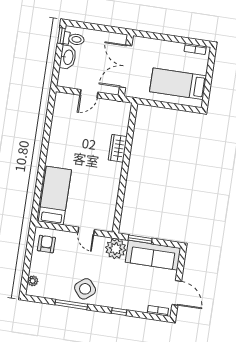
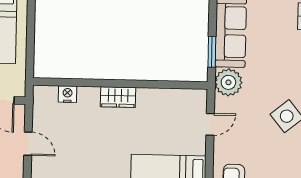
nightstand: (122, 128) -> (68, 94), added
wardrobe: (118, 148) -> (118, 97), moved

